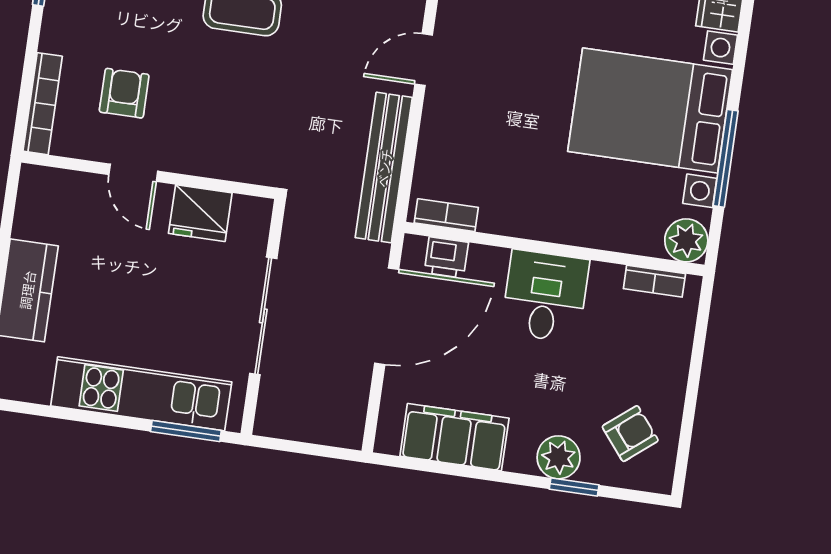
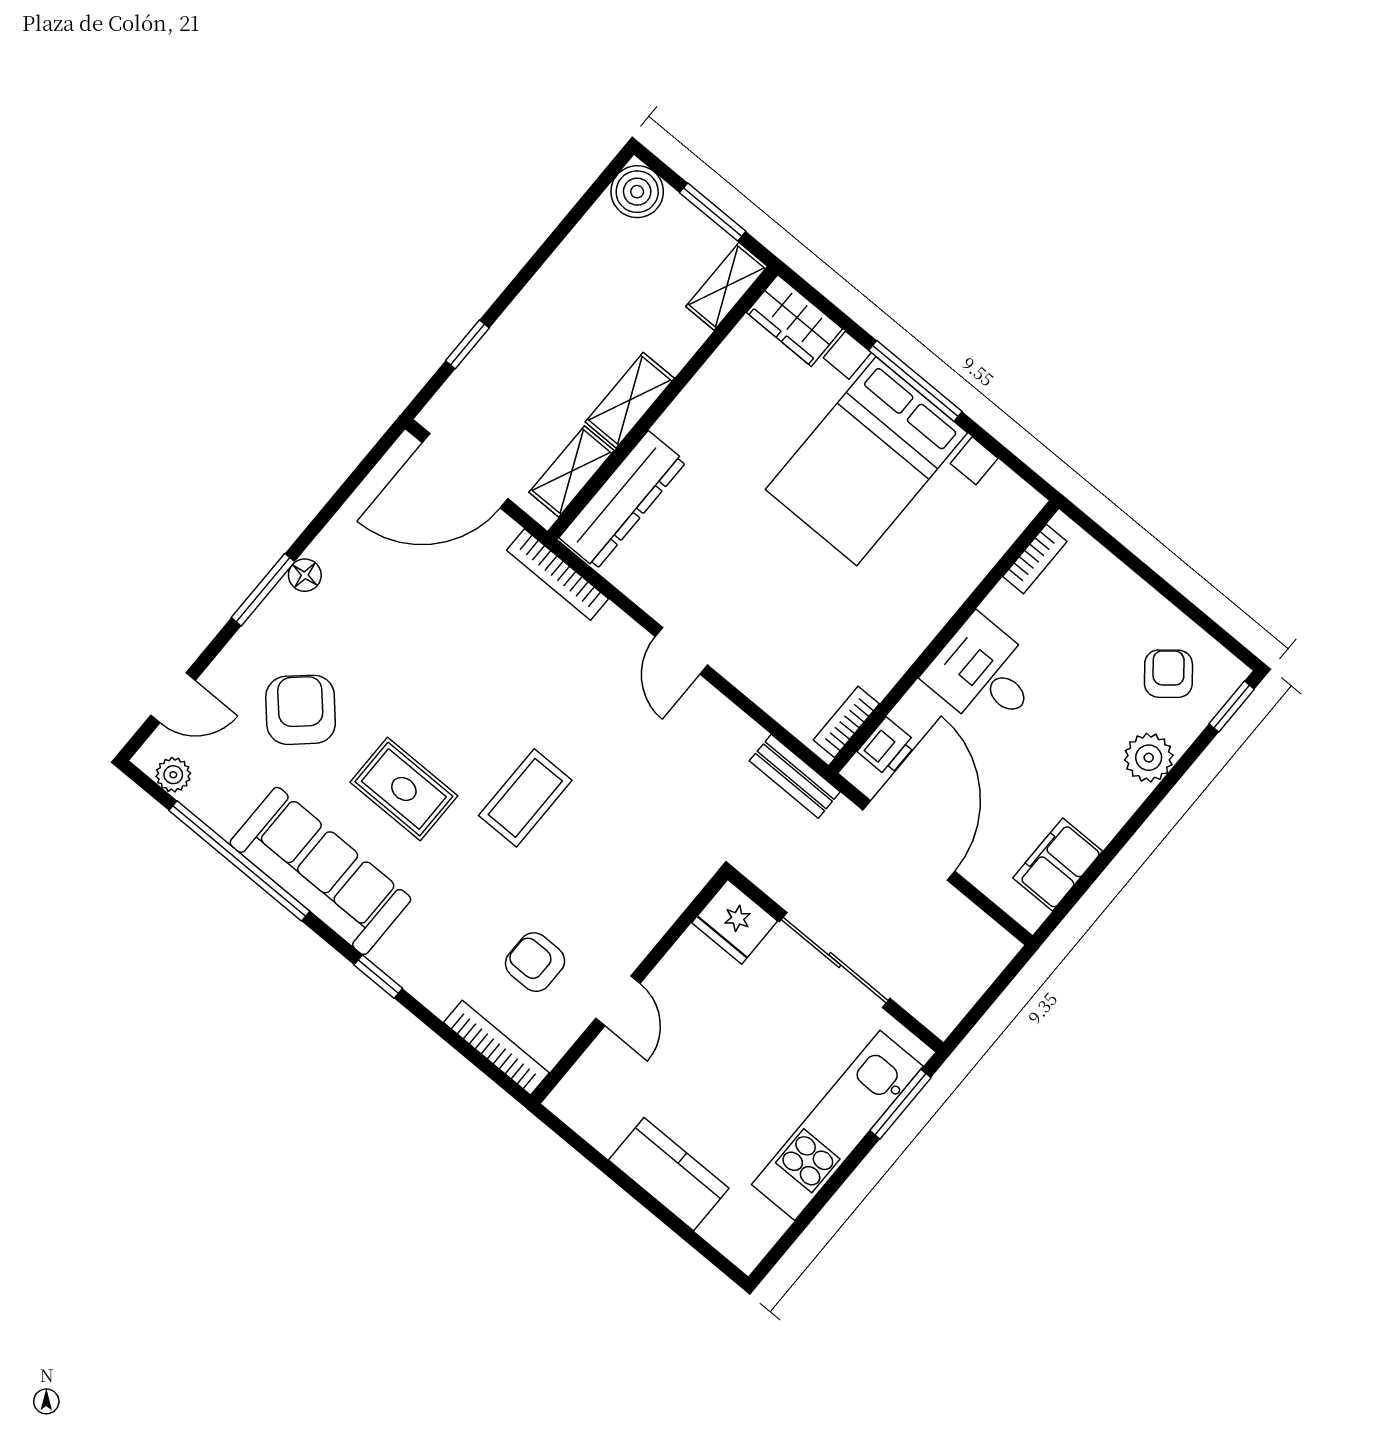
window: (726, 158) -> (915, 381), moved
bench: (384, 168) -> (795, 776), width x0.54, depth x0.82
door: (133, 173) -> (618, 1001), hinge flipped
fridge: (200, 213) -> (735, 922), moved, turned 90
plant: (686, 240) -> (1014, 504), removed
filing cabinet: (454, 437) -> (1058, 864), width x0.67, depth x0.86
window: (574, 487) -> (1232, 706), moved

